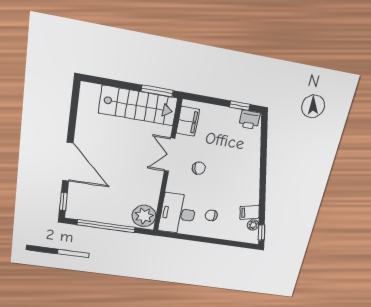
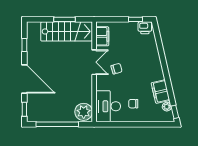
window: (157, 91) -> (65, 19), moved
window: (73, 114) -> (24, 45), added
double door: (170, 155) -> (94, 62), swing flipped
filing cabinet: (250, 212) -> (160, 92), width x2.00

